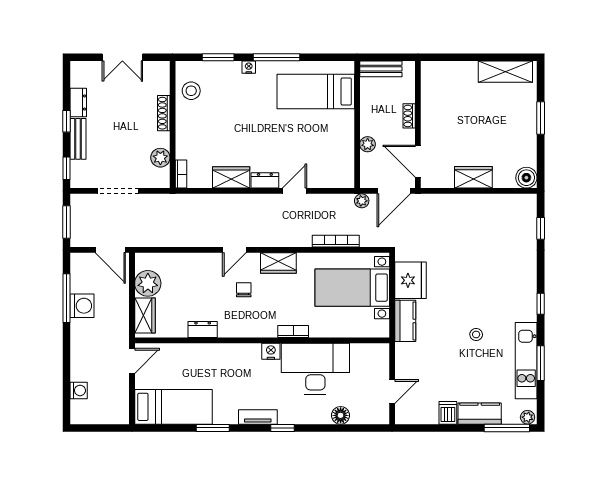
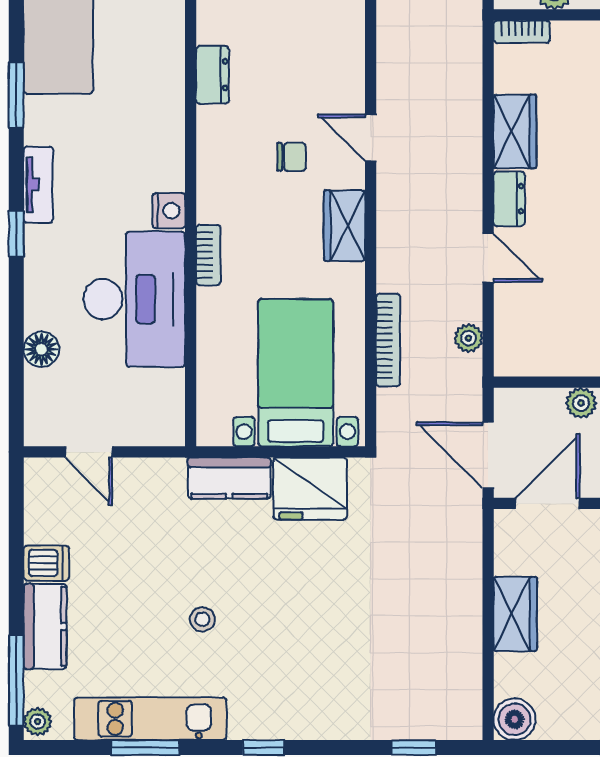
plant: (362, 201) -> (468, 338), moved

